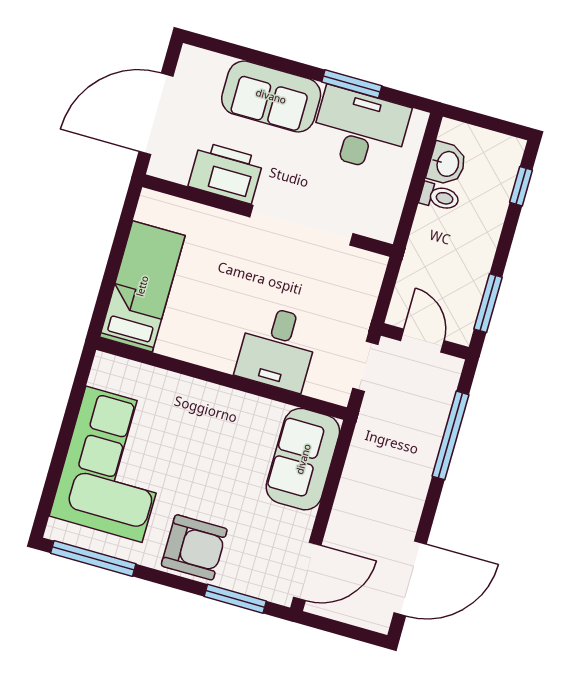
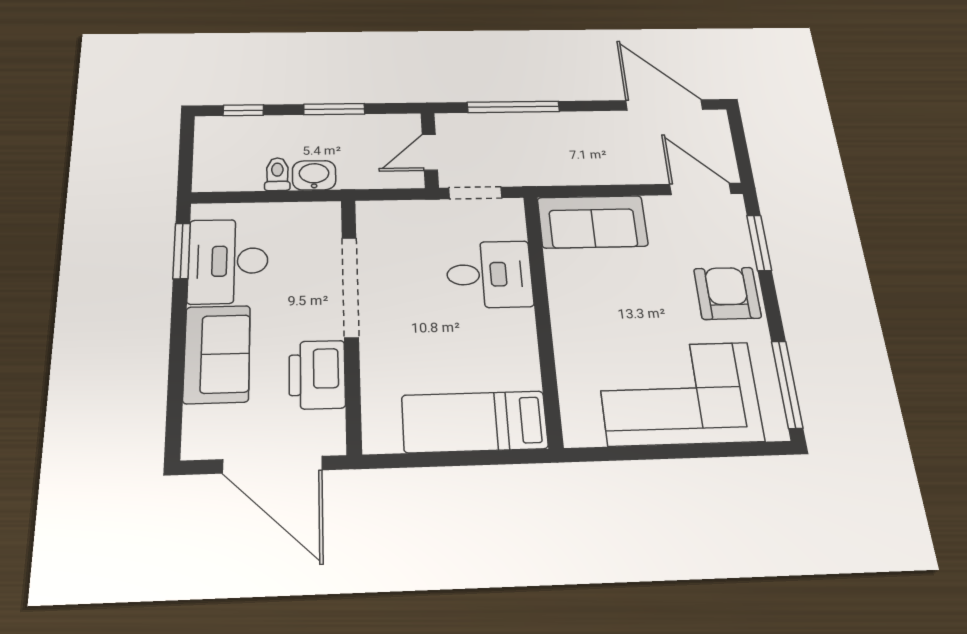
window: (352, 84) -> (182, 251), moved
washbasin: (447, 164) -> (314, 175), moved
window: (488, 303) -> (334, 109), moved

